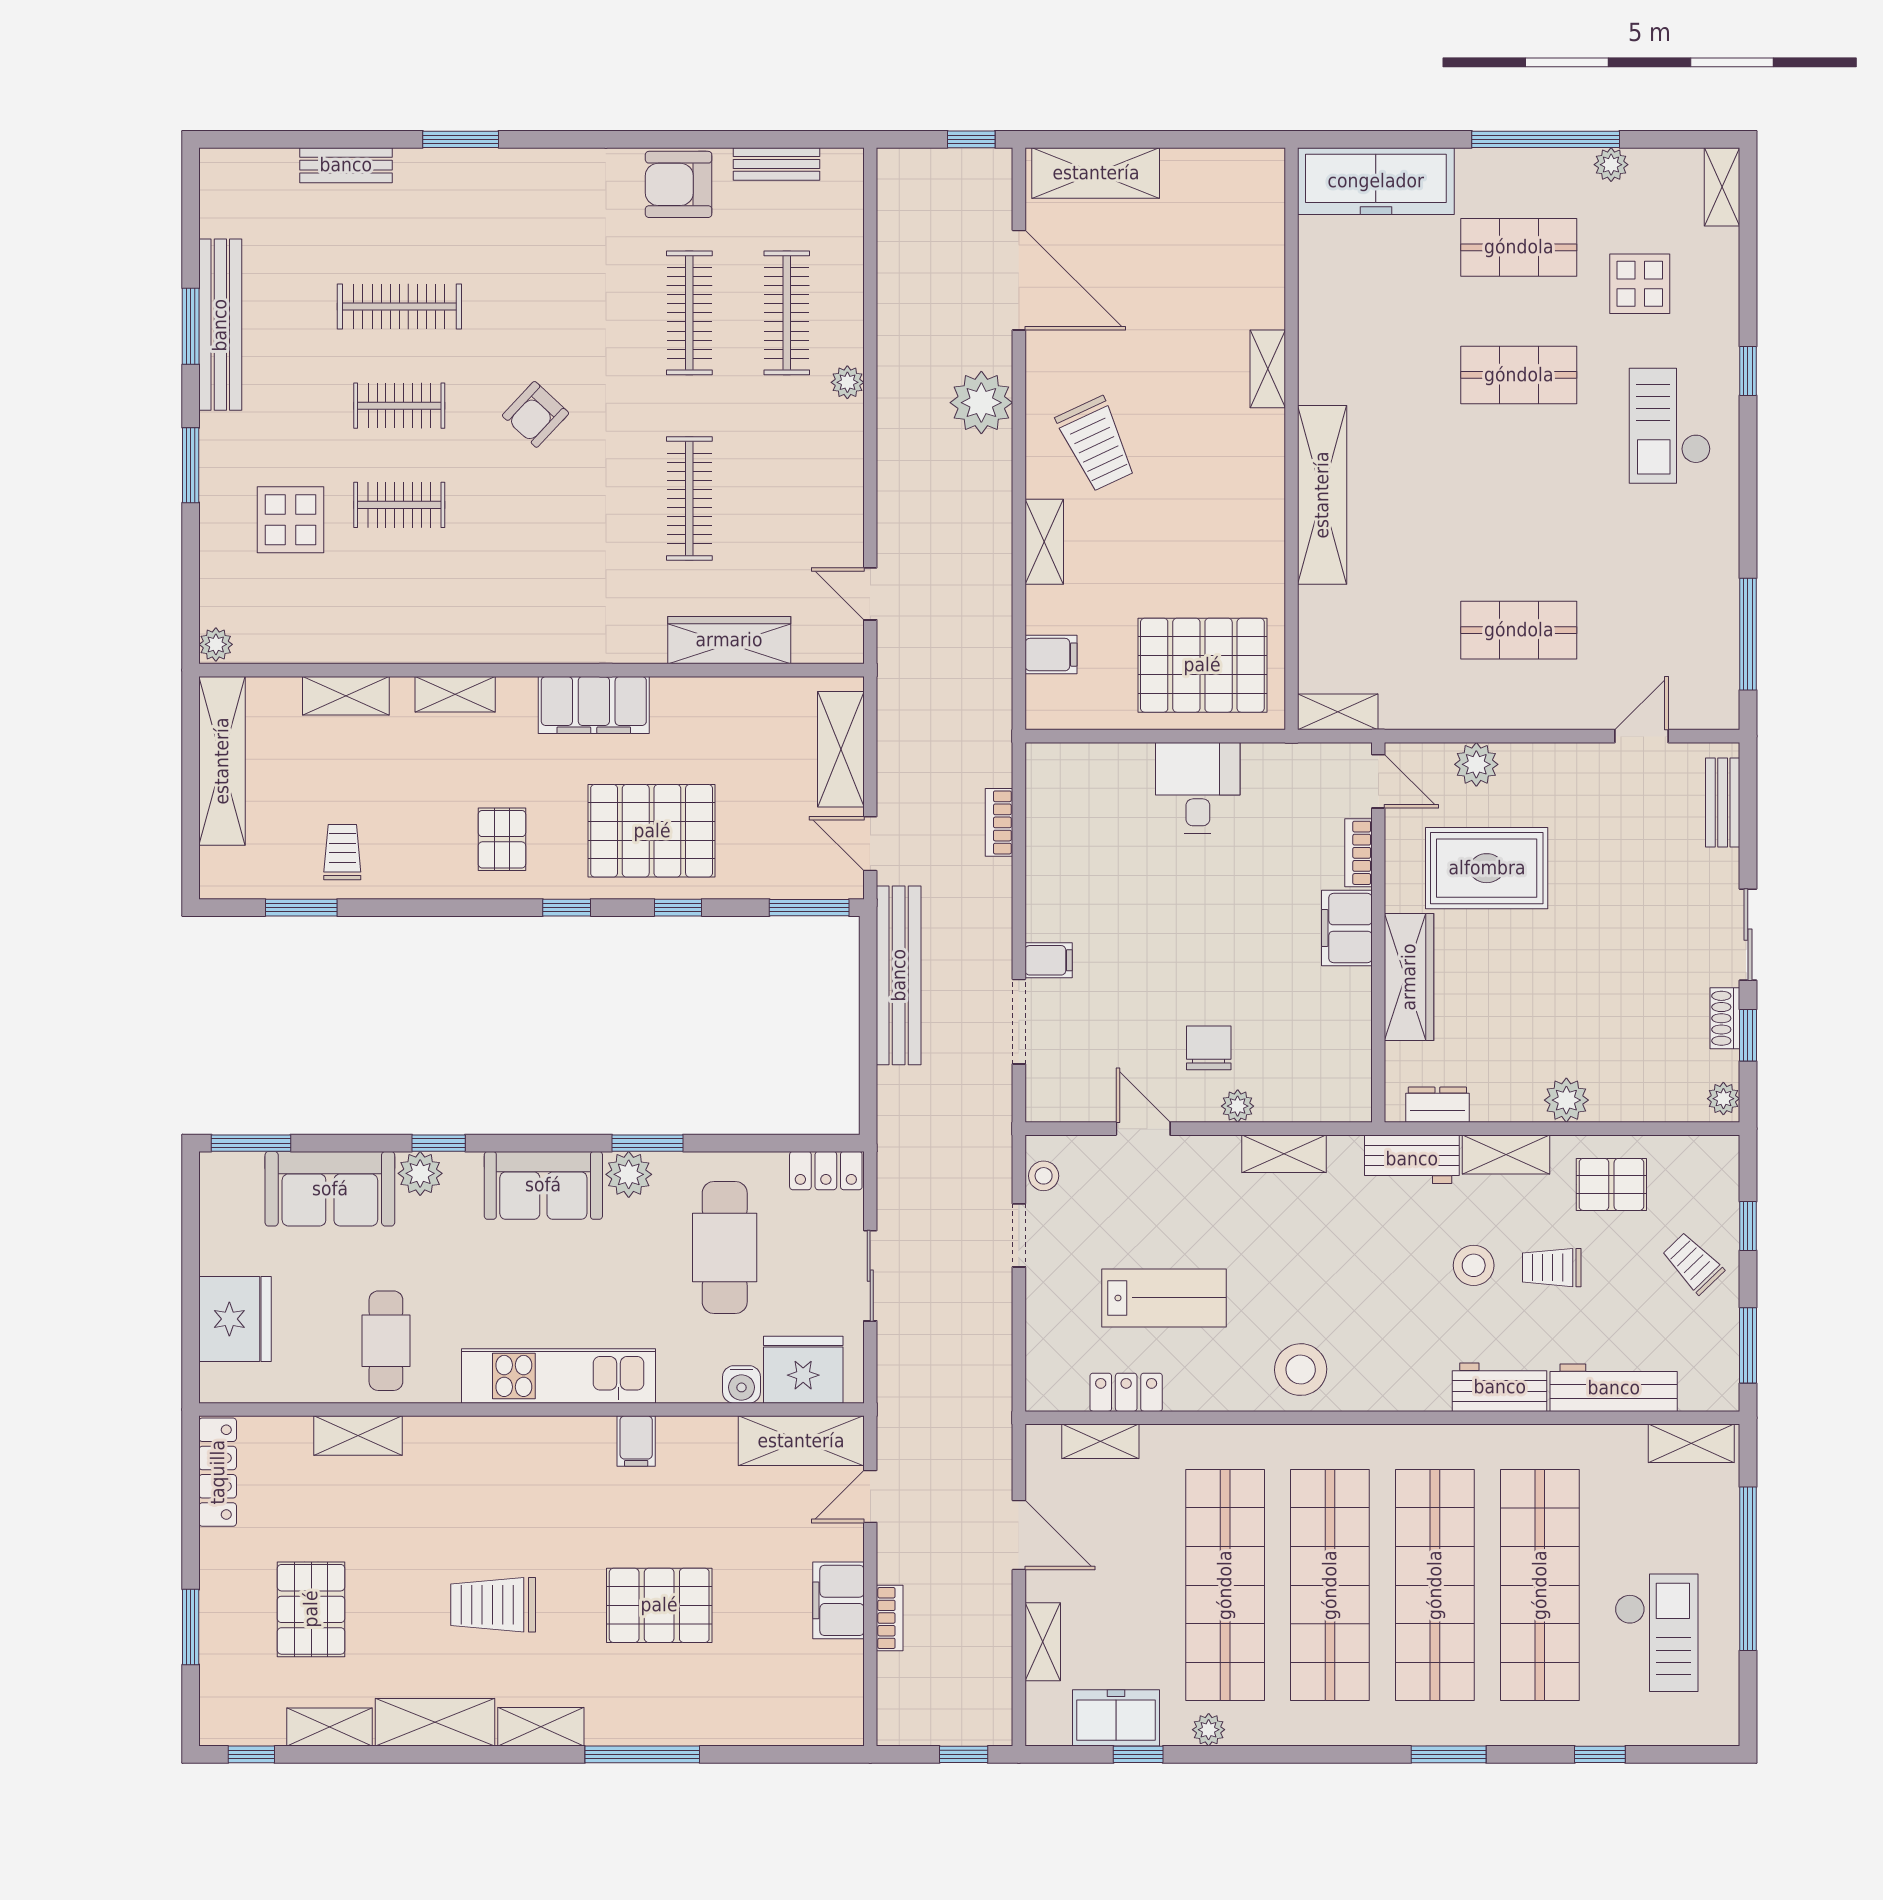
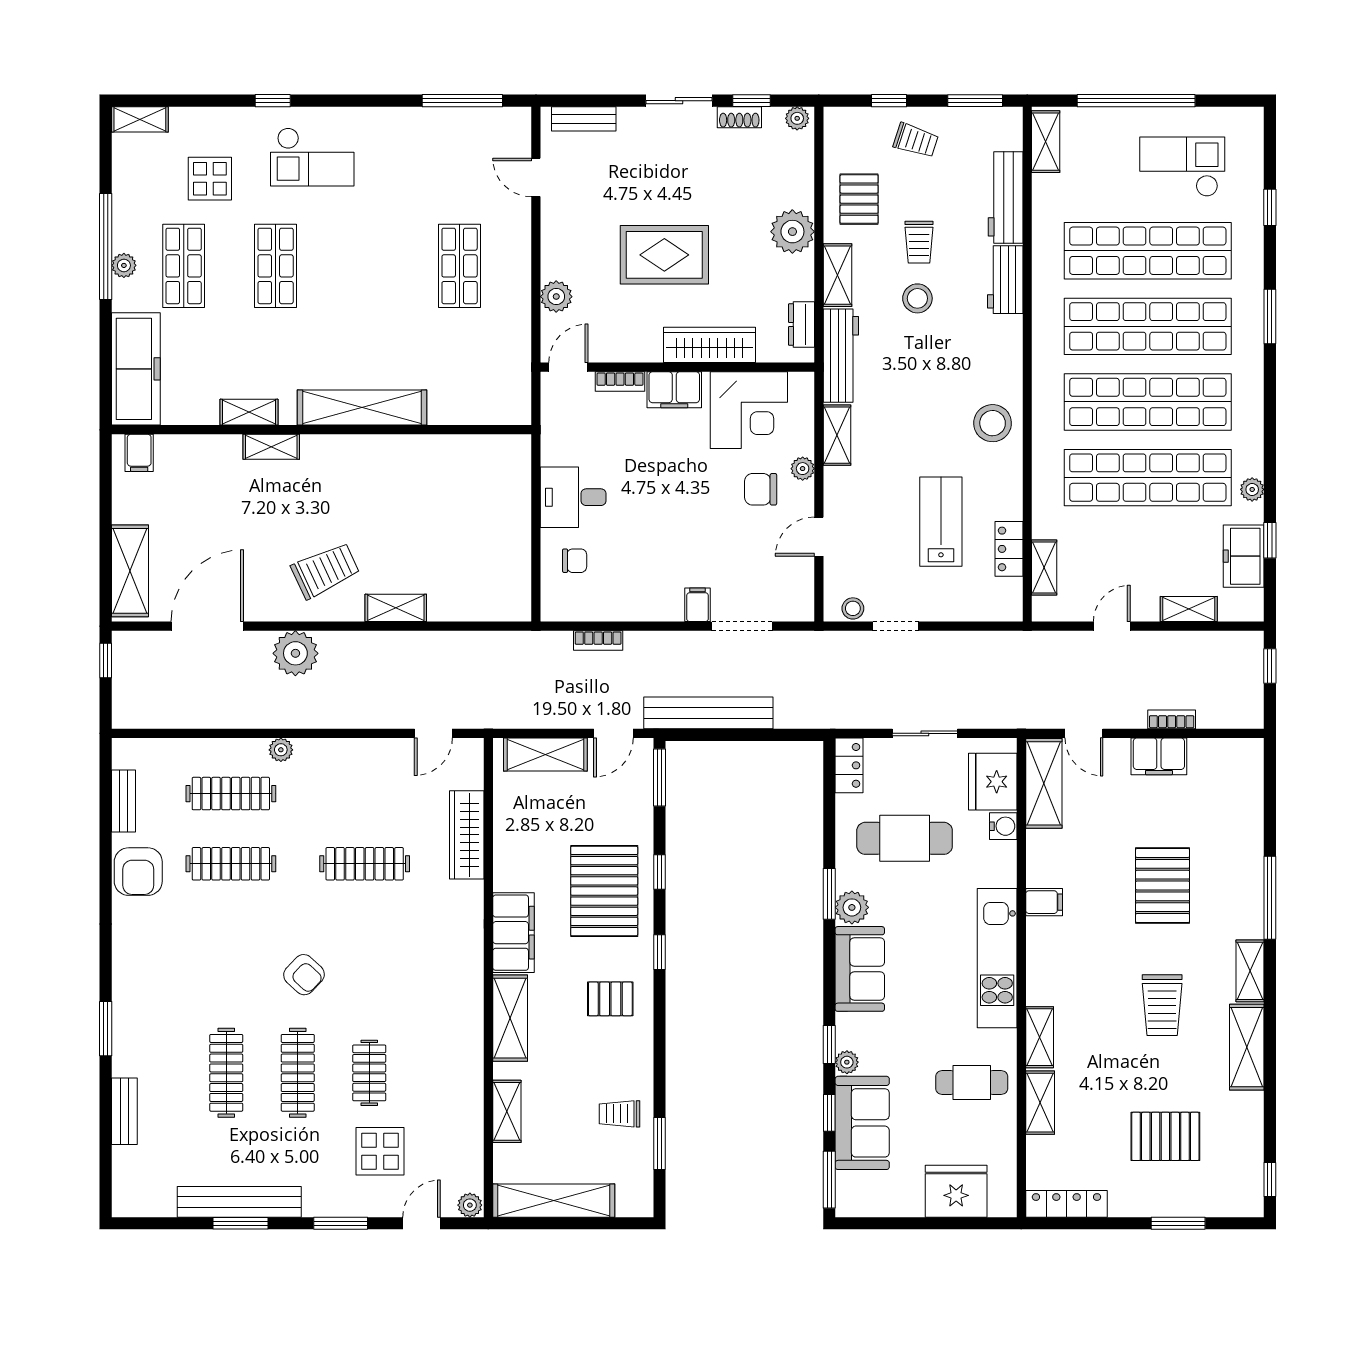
plant: (1611, 165) -> (124, 265), moved
clothes rail: (399, 406) -> (298, 1073), width x1.36
door: (191, 577) -> (421, 1223), added
filing cabinet: (1051, 655) -> (139, 453), moved, turned 180
pallet: (1202, 665) -> (485, 494), removed
shelving: (455, 694) -> (510, 1018), width x1.50, depth x1.33
shelving: (1338, 712) -> (249, 412), moved, turned 90
chair: (1110, 790) -> (575, 561), added
rug: (1487, 868) -> (664, 255), moved, turned 90
corner desk: (1319, 1032) -> (749, 410), added
plant: (1566, 1100) -> (792, 232), width x1.36, depth x1.36
window: (344, 1143) -> (829, 1113), added
workbench: (1412, 1159) -> (841, 356), width x1.38
plant: (420, 1173) -> (847, 1062), width x0.73, depth x0.73
trolley: (1693, 1263) -> (916, 140), turned -118
door: (1019, 1535) -> (1112, 626), width x0.73
shelving: (329, 1727) -> (1040, 1037), moved

